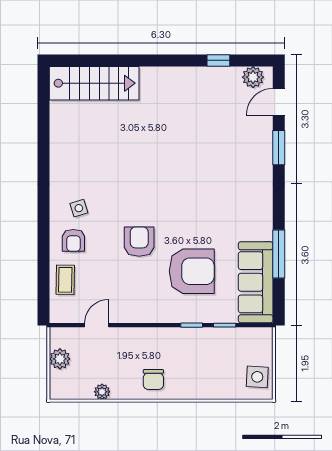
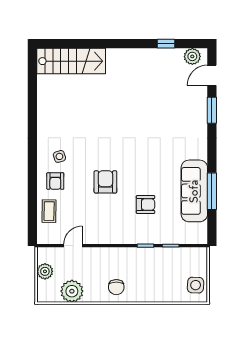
armchair: (192, 271) -> (146, 204), width x0.53, depth x0.53
sofa: (256, 282) -> (194, 191), moved
plant: (102, 392) -> (72, 291), width x1.88, depth x1.88

